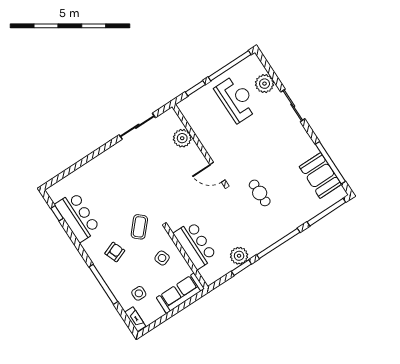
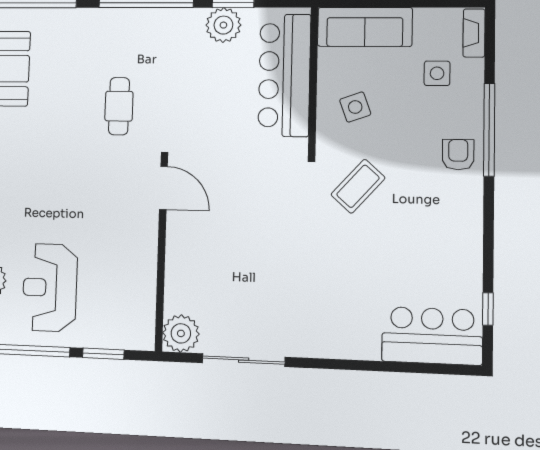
plant: (182, 138) -> (181, 333), moved
bar counter: (78, 217) -> (432, 336), moved, turned 90
bar counter: (195, 245) -> (284, 75), width x1.36
armchair: (115, 252) -> (458, 155), moved, turned 111

